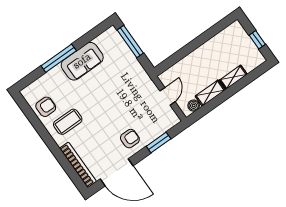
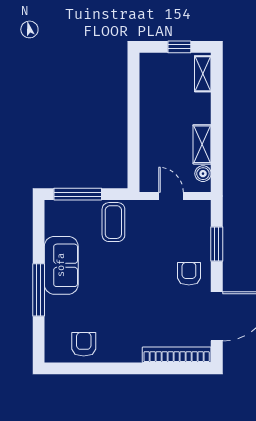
shelving: (233, 77) -> (203, 74), moved
coffee table: (68, 122) -> (113, 222), moved

